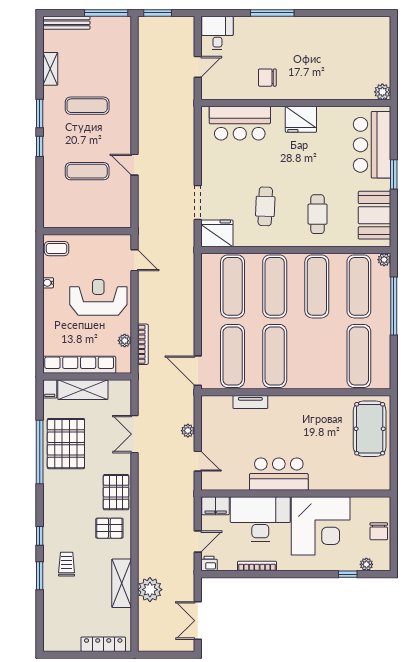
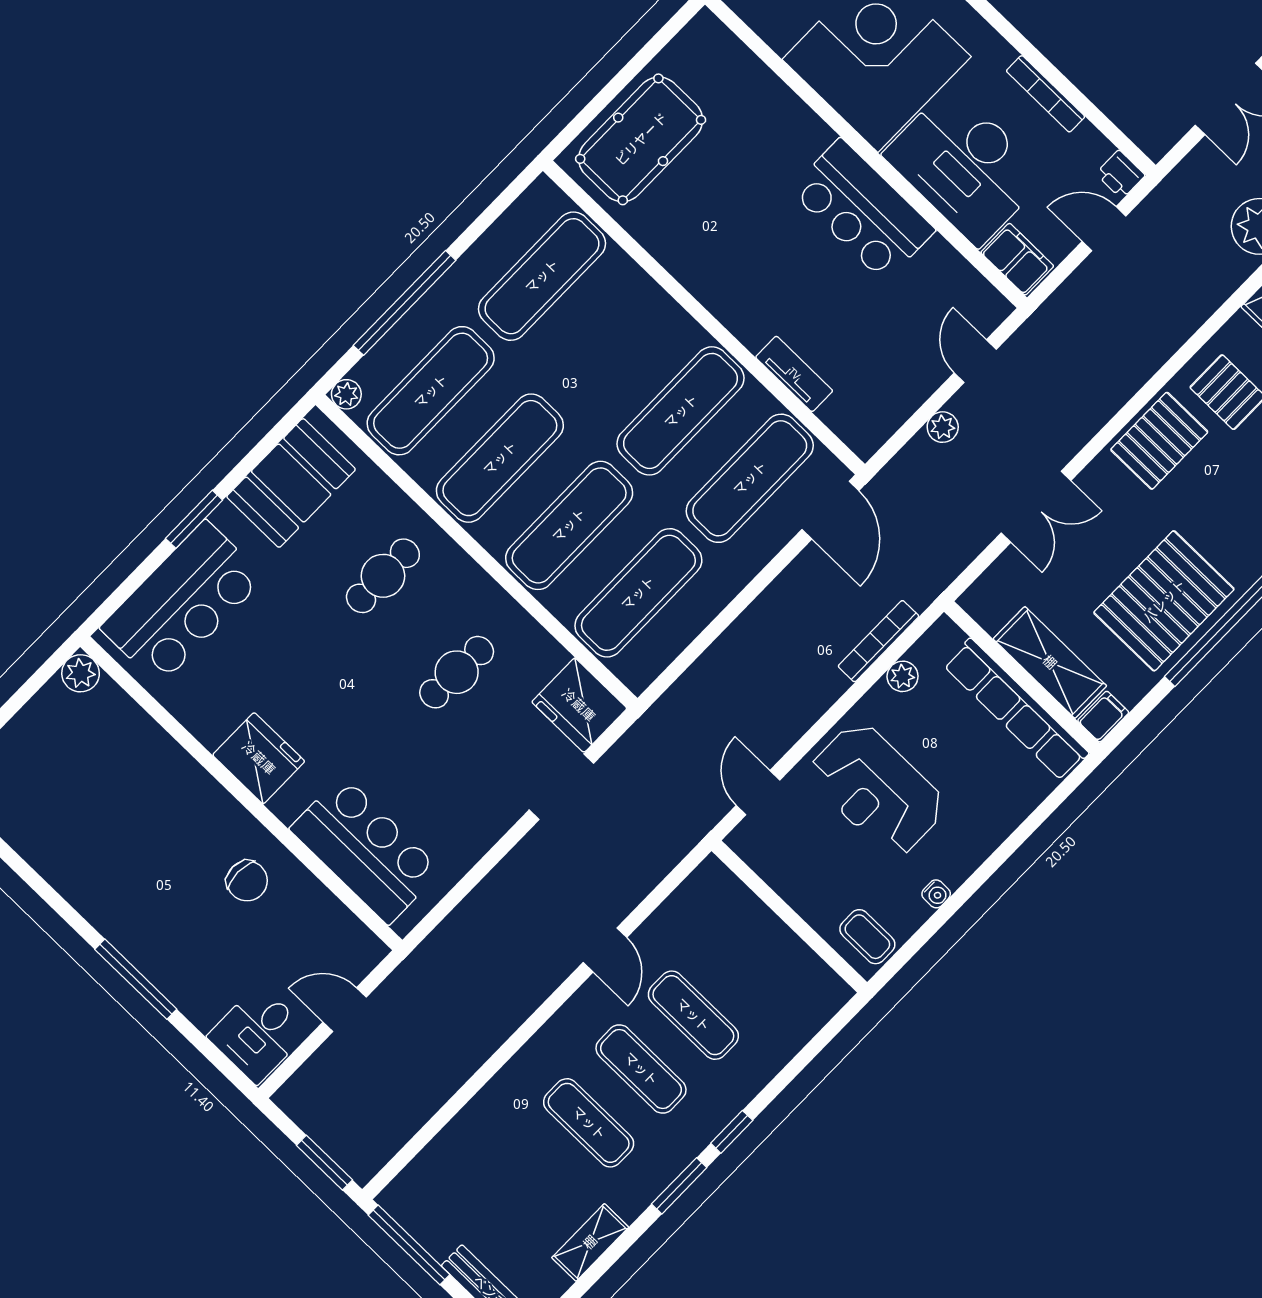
exercise mat: (87, 138) -> (641, 1069), added

